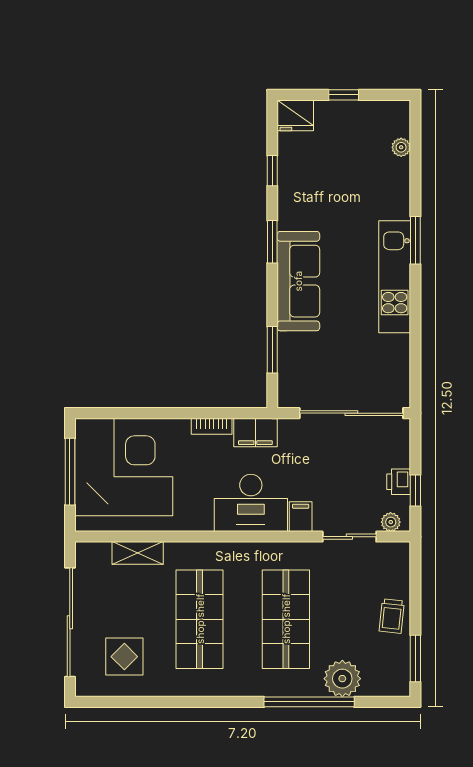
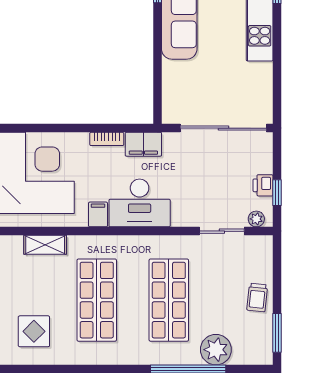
window: (272, 350) -> (157, 75), removed
filing cabinet: (301, 517) -> (98, 214), moved

